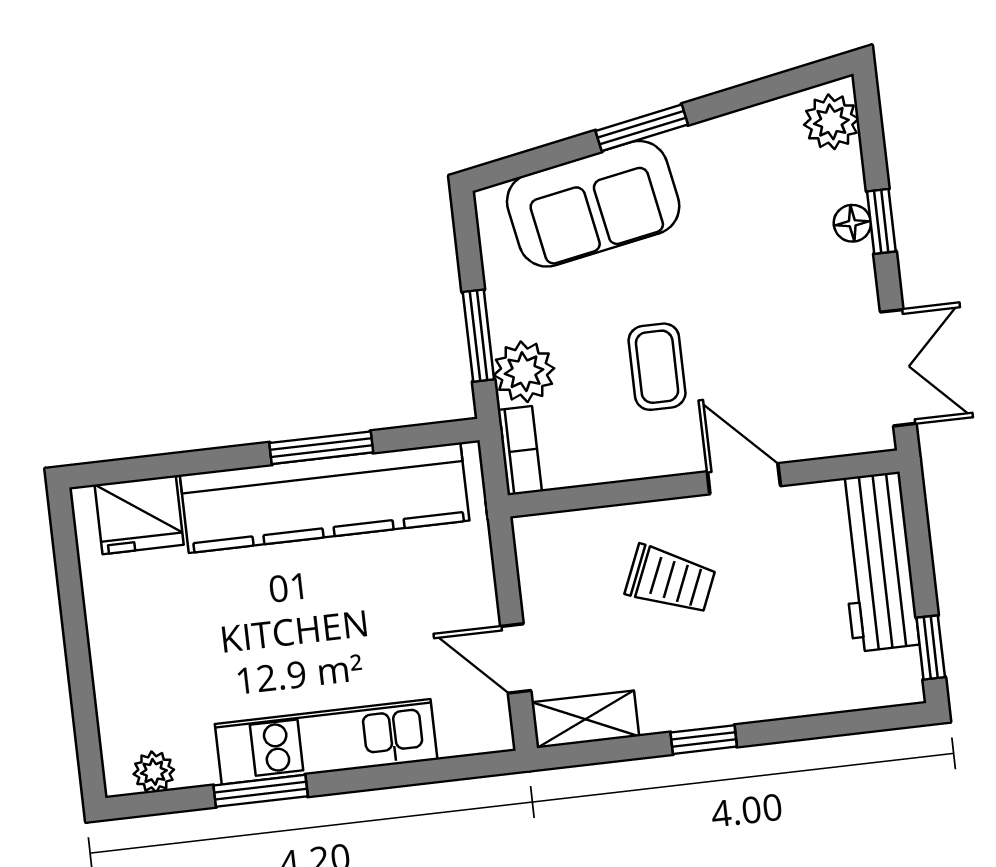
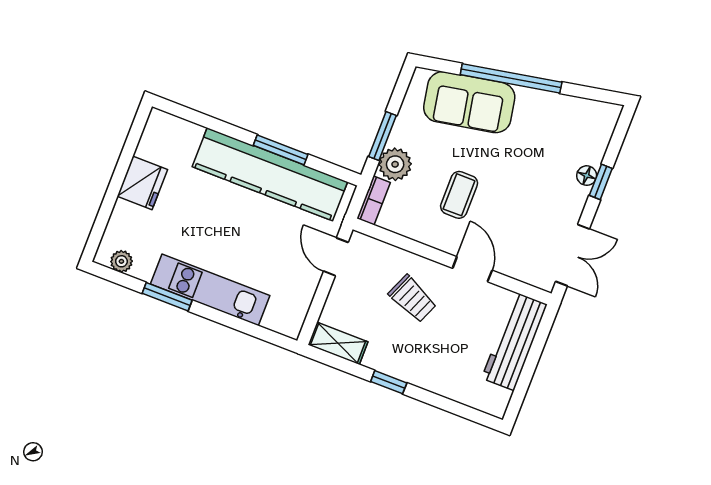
plant: (831, 122) -> (602, 123), removed
window: (642, 128) -> (511, 78), width x2.11
fridge: (139, 515) -> (142, 183), moved, turned -90
window: (931, 647) -> (519, 395), removed
door: (516, 658) -> (336, 257), moved

